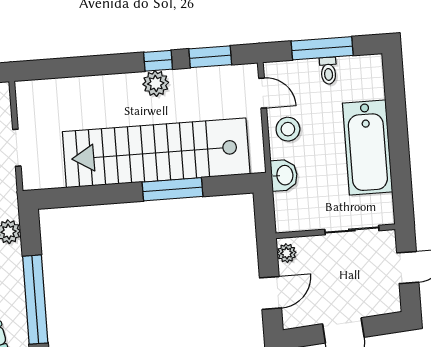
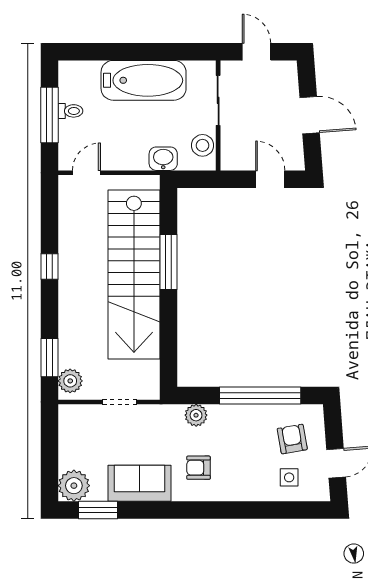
window: (210, 57) -> (49, 358), moved
plant: (156, 83) -> (70, 381), moved
stool: (288, 129) -> (203, 145), moved
plant: (287, 253) -> (235, 162), removed

